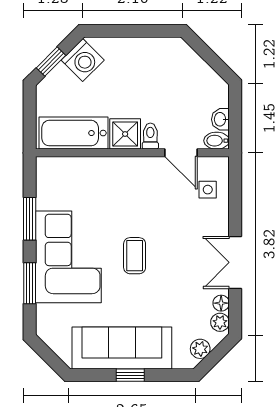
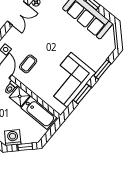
coffee table: (135, 256) -> (28, 64), moved
corner sofa: (68, 257) -> (69, 80), moved

